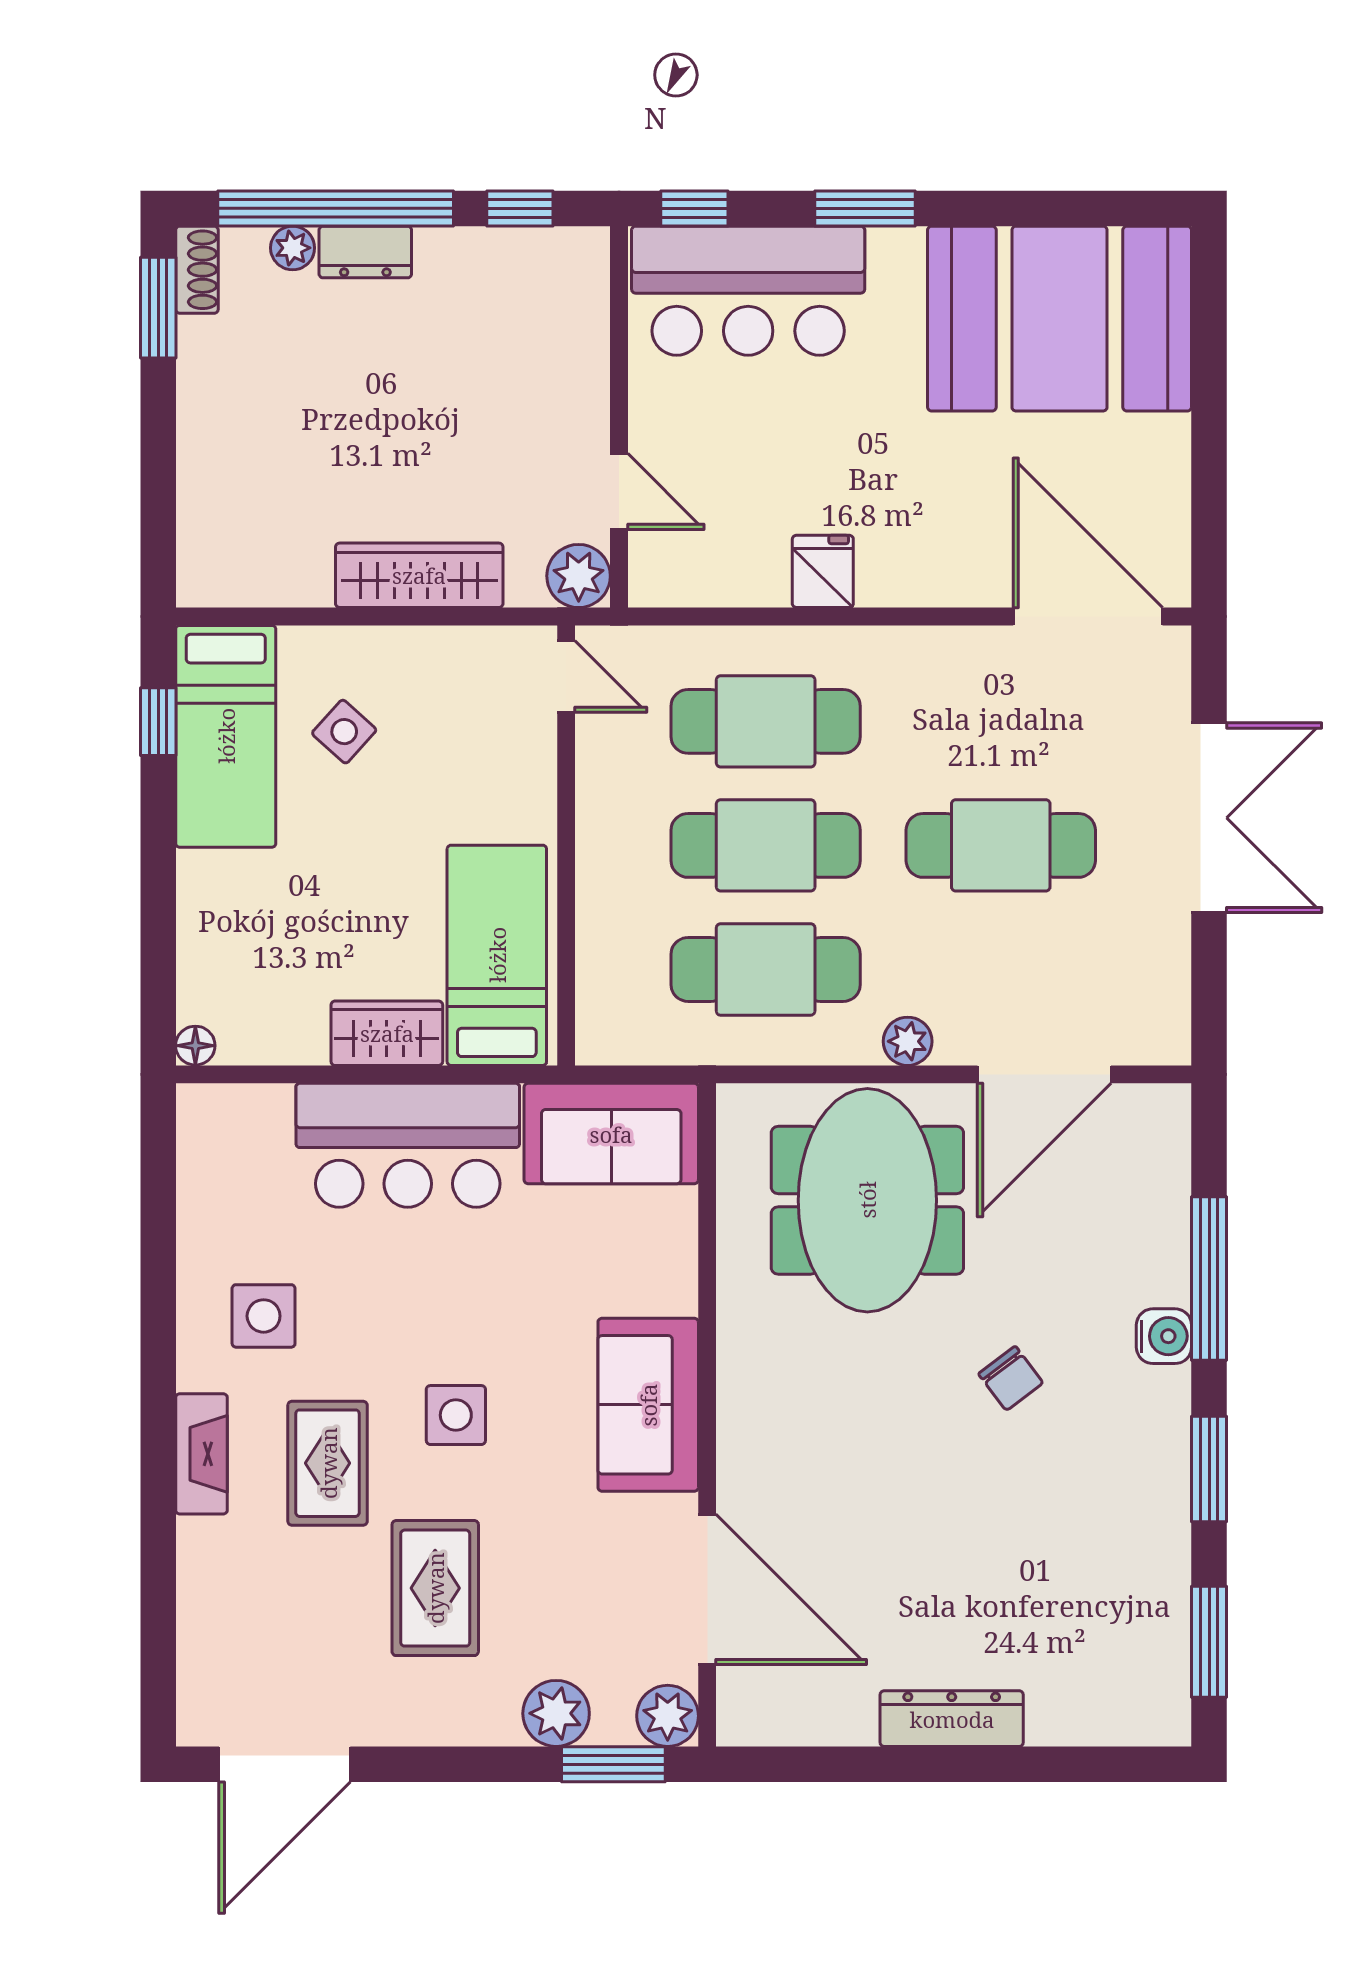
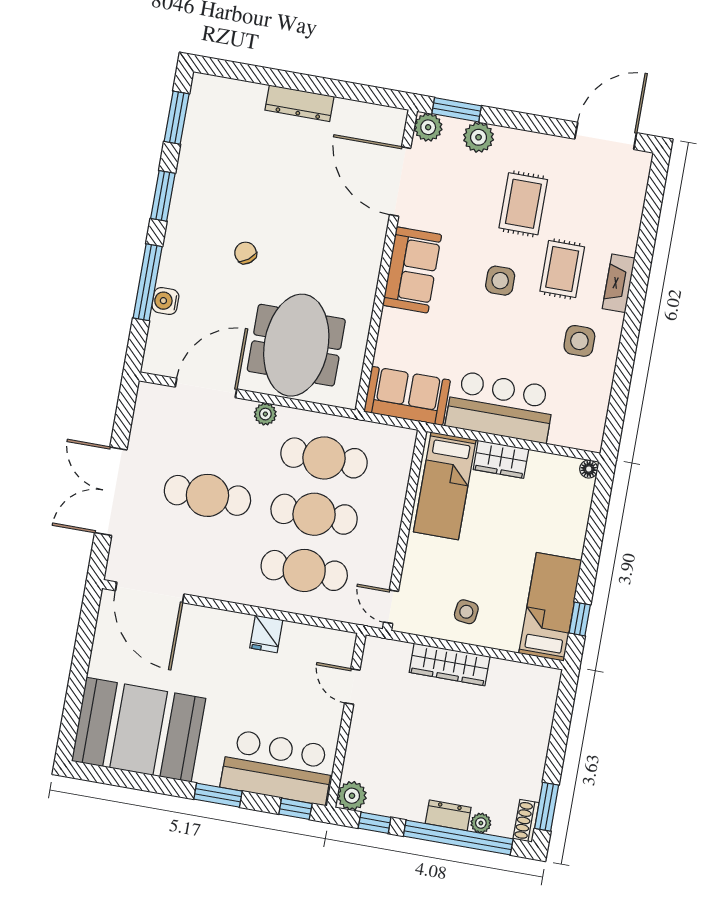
plant: (579, 576) -> (352, 796), moved
side table: (344, 732) -> (466, 612), moved, turned -35
water cooler: (1164, 1336) -> (165, 301), moved

